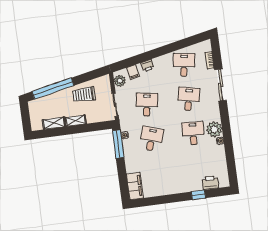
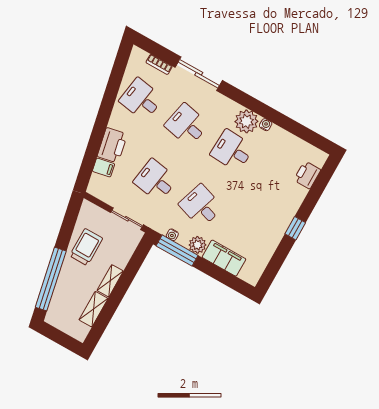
printer: (147, 66) -> (112, 145), width x1.87, depth x1.48
plant: (120, 81) -> (197, 245), moved
trolley: (84, 95) -> (86, 247), turned 180
filing cabinet: (135, 186) -> (224, 258), moved
window: (198, 195) -> (295, 228), moved

